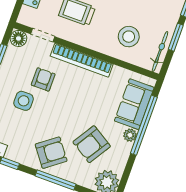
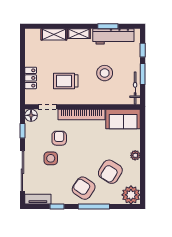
stool: (129, 37) -> (105, 73), moved
sofa: (134, 104) -> (123, 119), moved, turned -90
window: (144, 125) -> (143, 145), removed
armchair: (51, 153) -> (84, 188), turned -109

